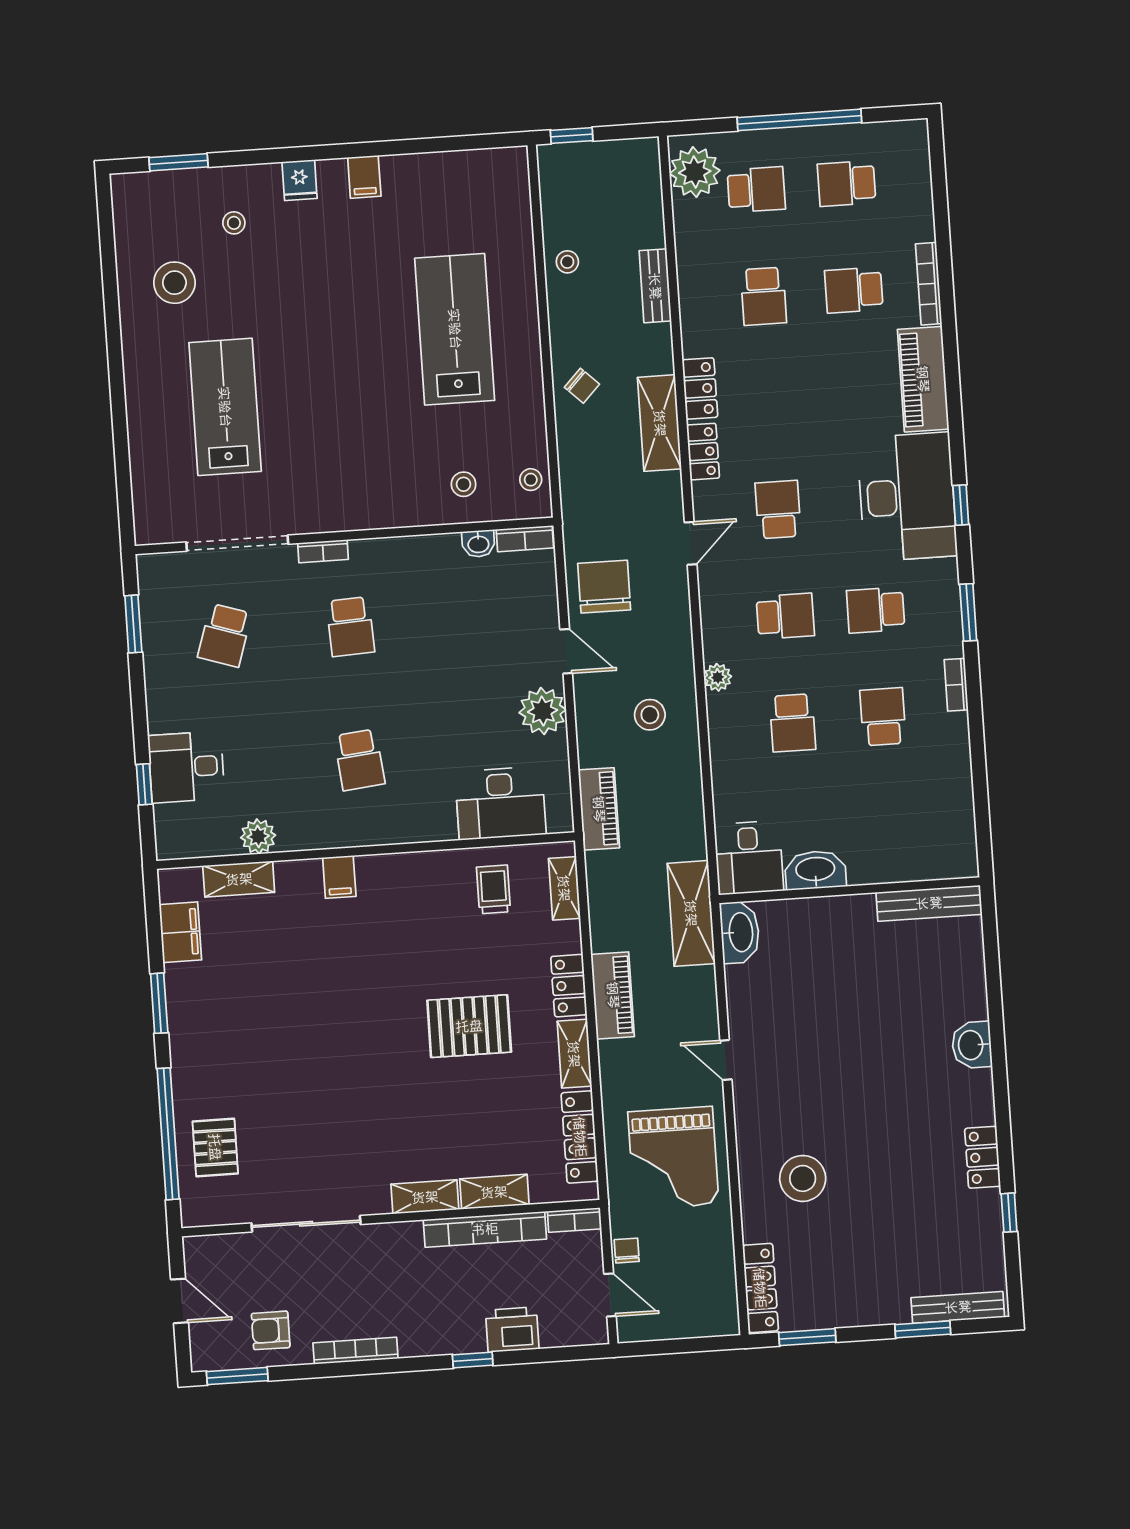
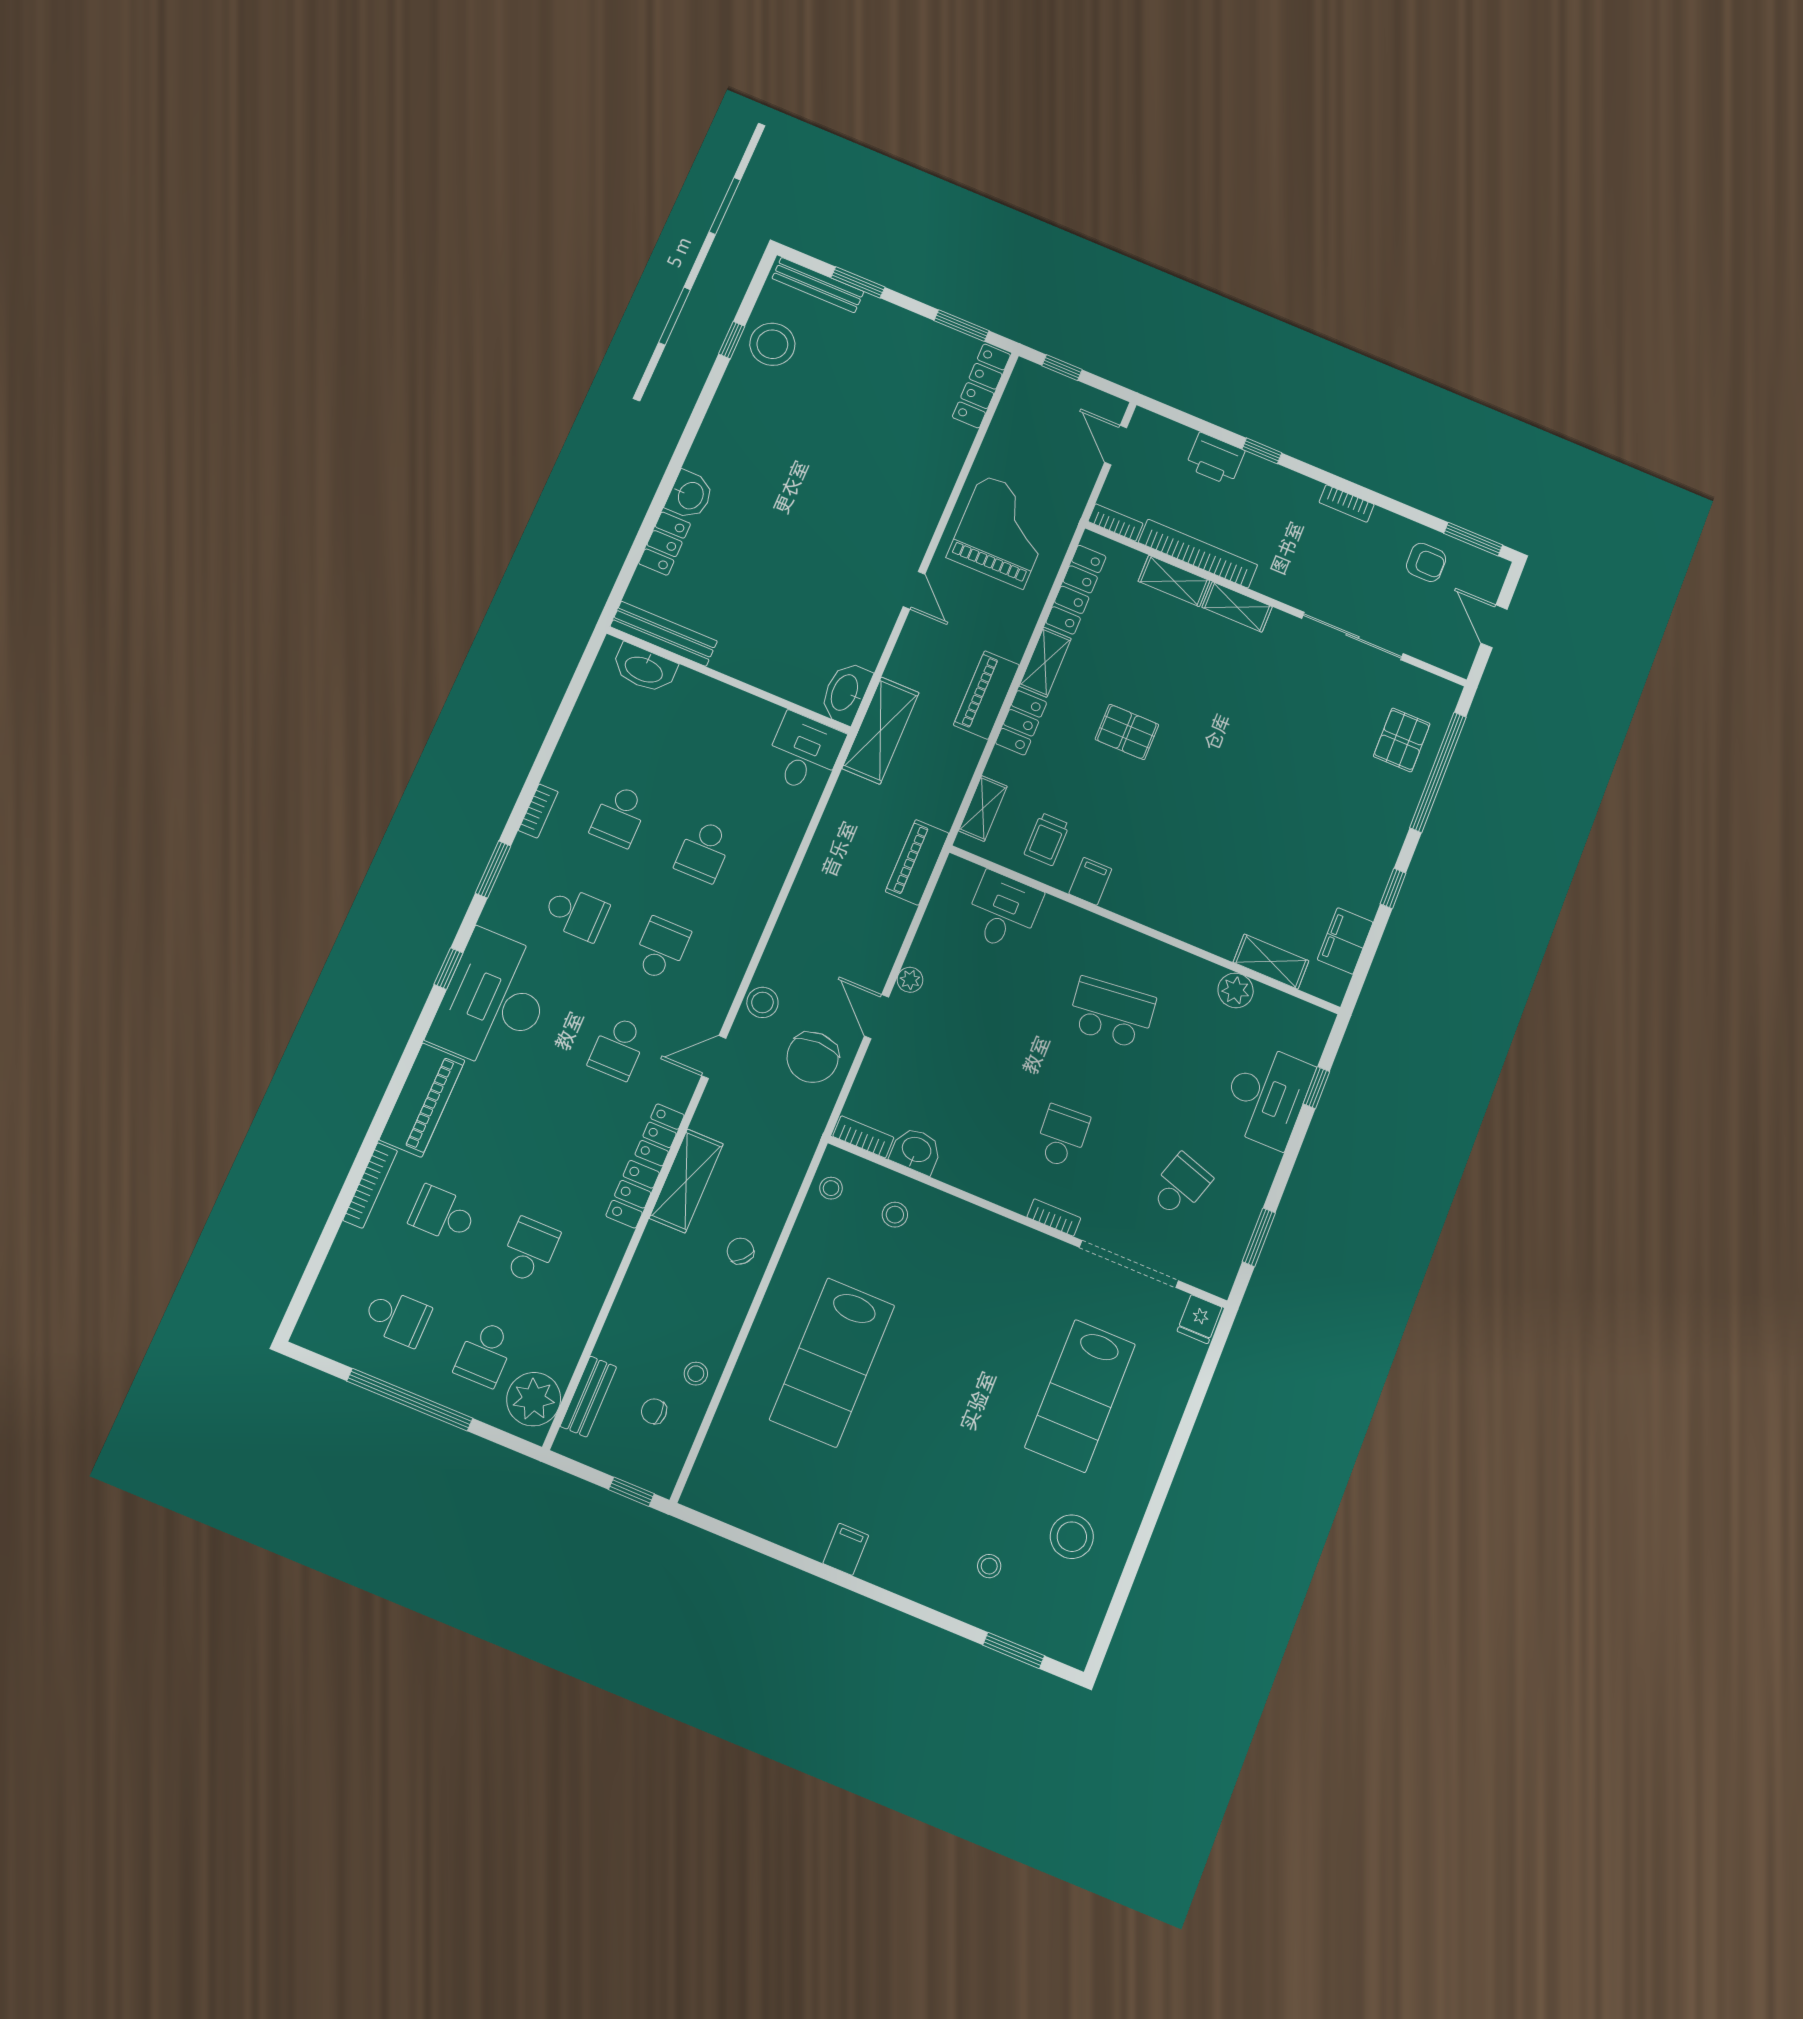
fridge: (300, 180) -> (1199, 1319), moved, turned 180
school desk: (756, 190) -> (485, 1354), turned -90
bench: (655, 286) -> (588, 1397), moved
school desk: (854, 290) -> (443, 1214), turned 180
washbasin: (478, 544) -> (916, 1150), width x1.38, depth x1.45
school desk: (785, 616) -> (661, 949), turned 90
plant: (718, 677) -> (751, 925), removed
plant: (543, 711) -> (910, 980), width x0.53, depth x0.53
stool: (650, 715) -> (762, 1002), moved
school desk: (793, 723) -> (704, 851), turned 180
school desk: (359, 760) -> (1112, 1013), width x1.85
desk: (186, 767) -> (1267, 1096), width x1.37
desk: (500, 803) -> (1003, 911), width x0.73
washbasin: (815, 870) -> (644, 669), moved
filing cabinet: (339, 877) -> (1090, 881), moved
window: (159, 1003) -> (1393, 888), width x0.67
pallet: (469, 1026) -> (1127, 732), width x0.67, depth x0.71
locker: (983, 1157) -> (665, 544), moved
stool: (803, 1178) -> (772, 344), moved
chair: (627, 1251) -> (654, 1411), moved, turned 90
window: (695, 1345) -> (1062, 368), added
bookcase: (356, 1351) -> (1347, 503), width x0.64

